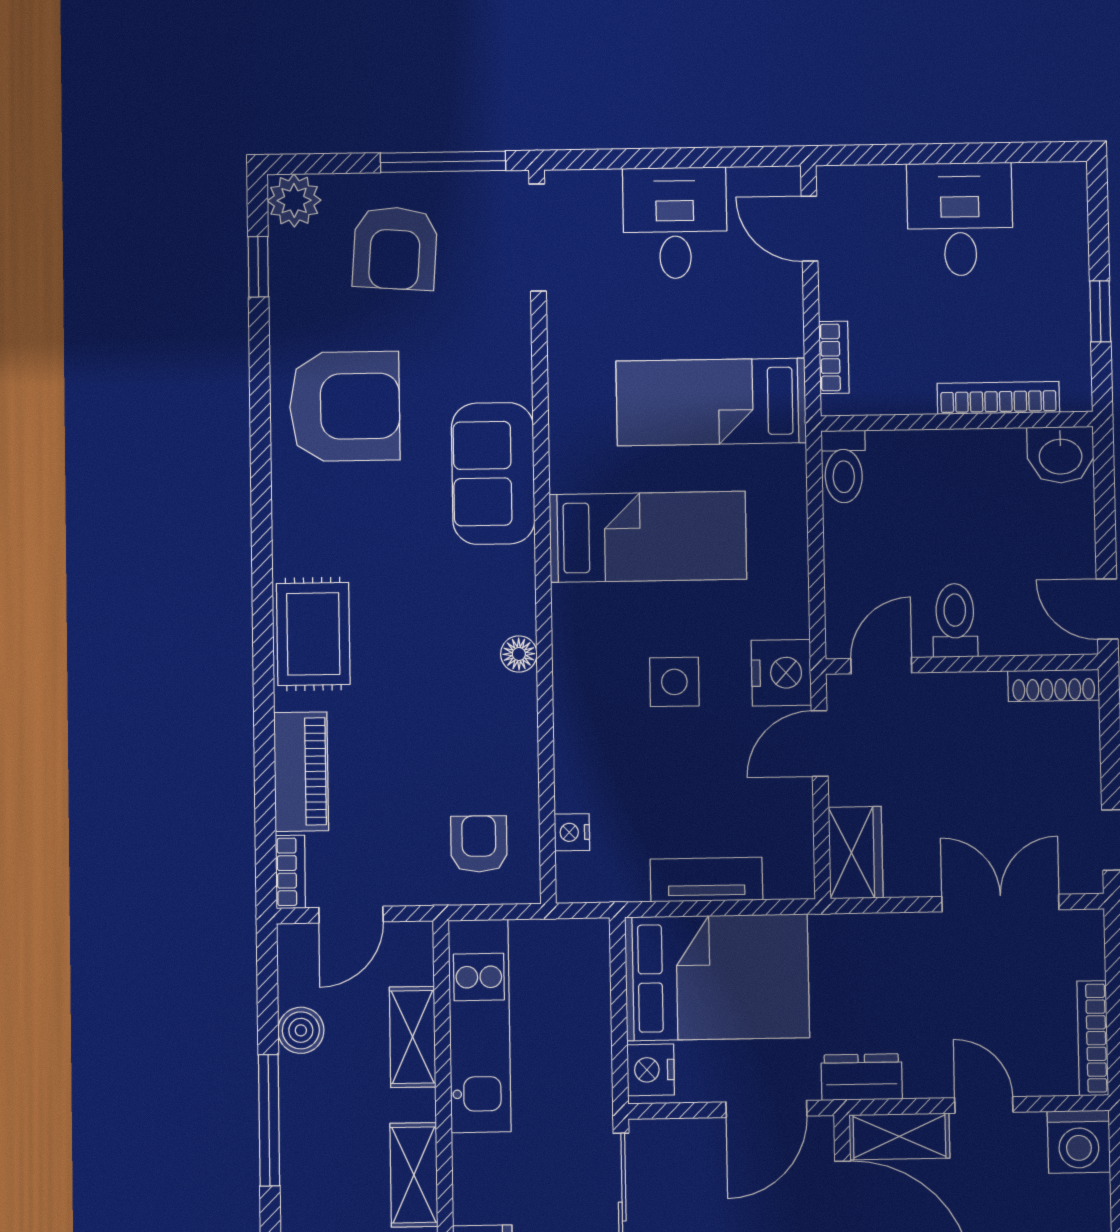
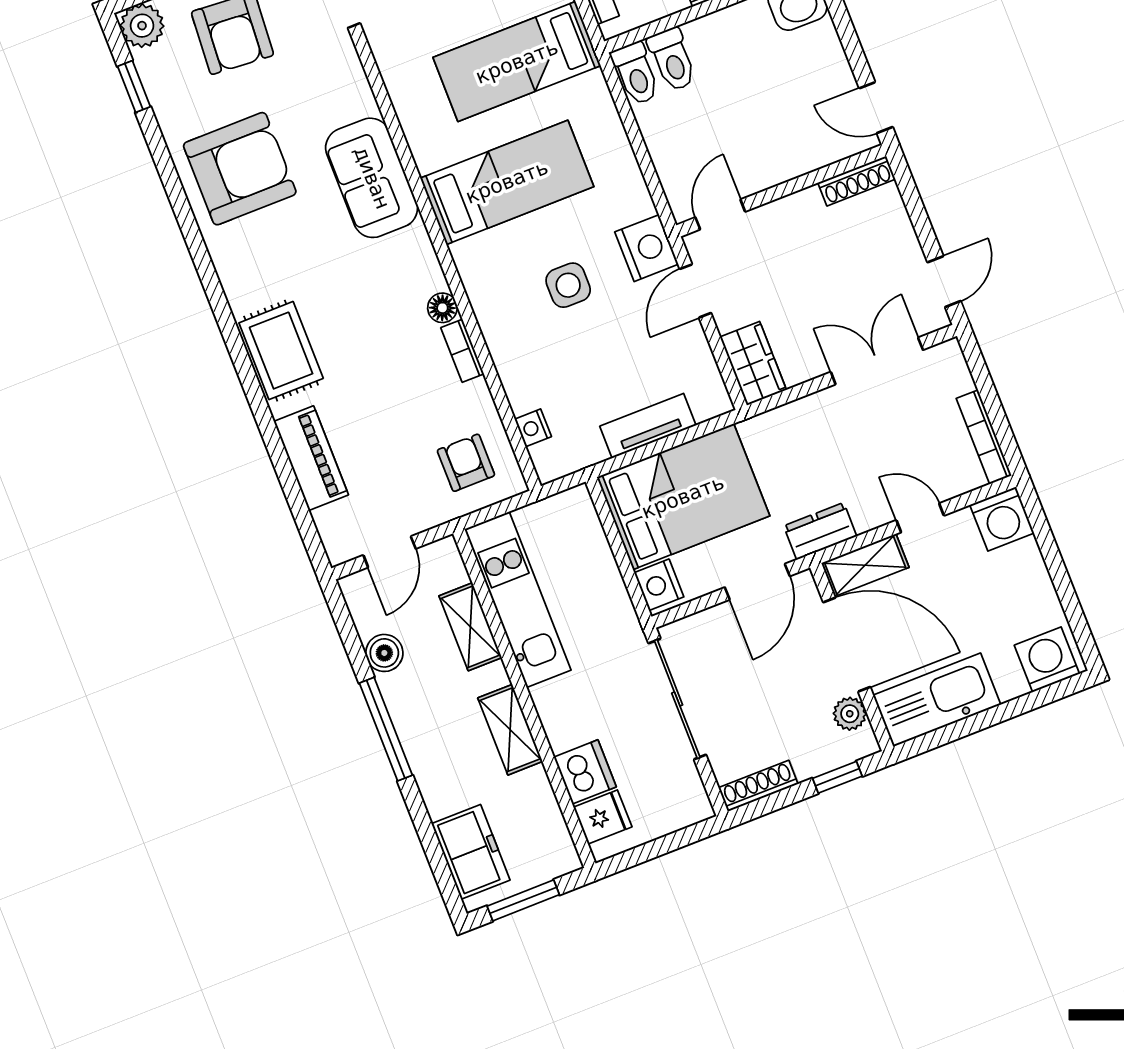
toilet: (955, 620) -> (672, 60), moved, turned 180
bookcase: (290, 872) -> (462, 351), moved, turned 180

